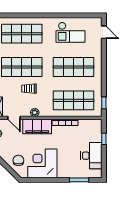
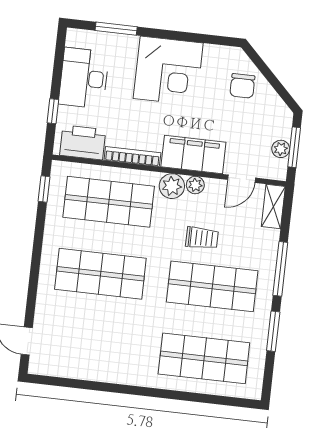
checkout: (70, 32) -> (99, 349), removed
plant: (45, 111) -> (172, 186), added
door: (14, 118) -> (242, 179), swing flipped
printer: (89, 126) -> (83, 142), added
corner desk: (42, 163) -> (168, 71), moved

